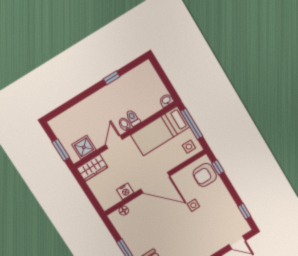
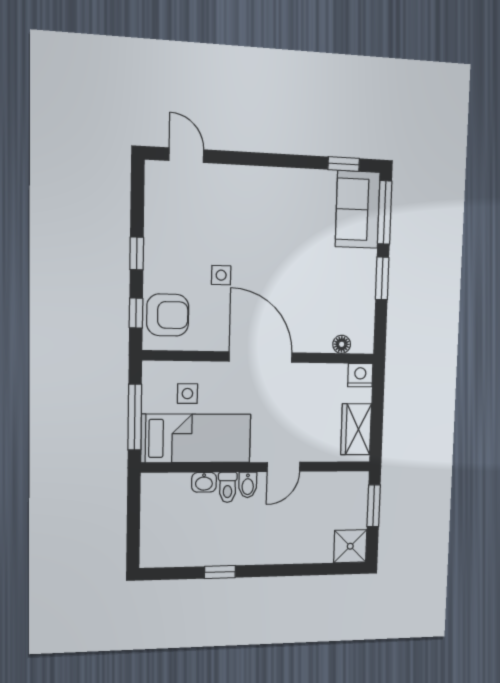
washbasin: (166, 100) -> (204, 482), moved
shower: (84, 147) -> (350, 546), moved
side table: (189, 147) -> (187, 394), moved
wardrobe: (92, 168) -> (356, 429), moved, turned -90
nightstand: (125, 191) -> (360, 375), moved
window: (244, 211) -> (137, 253), moved

